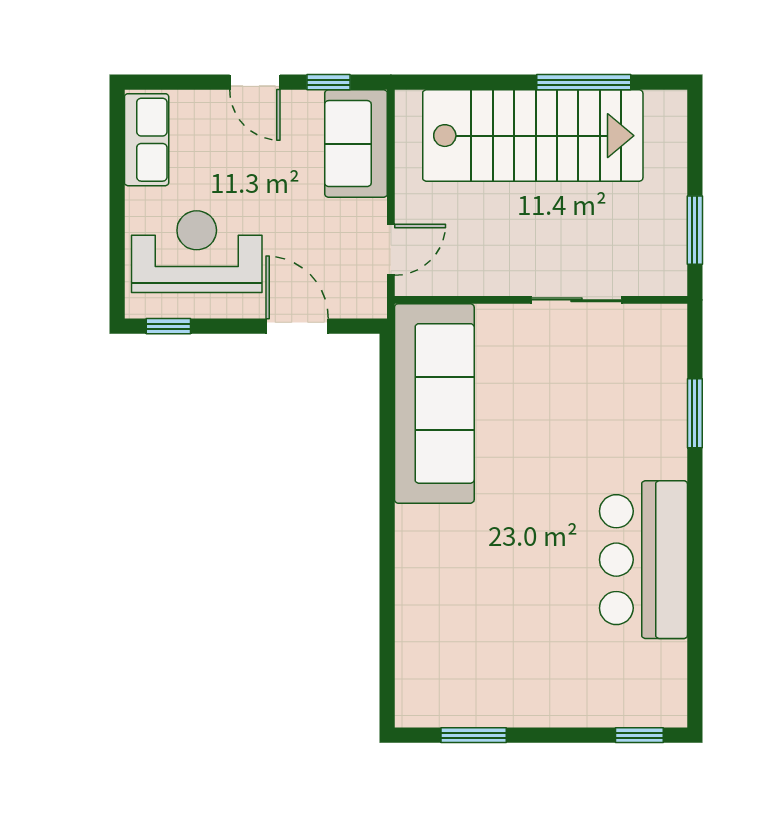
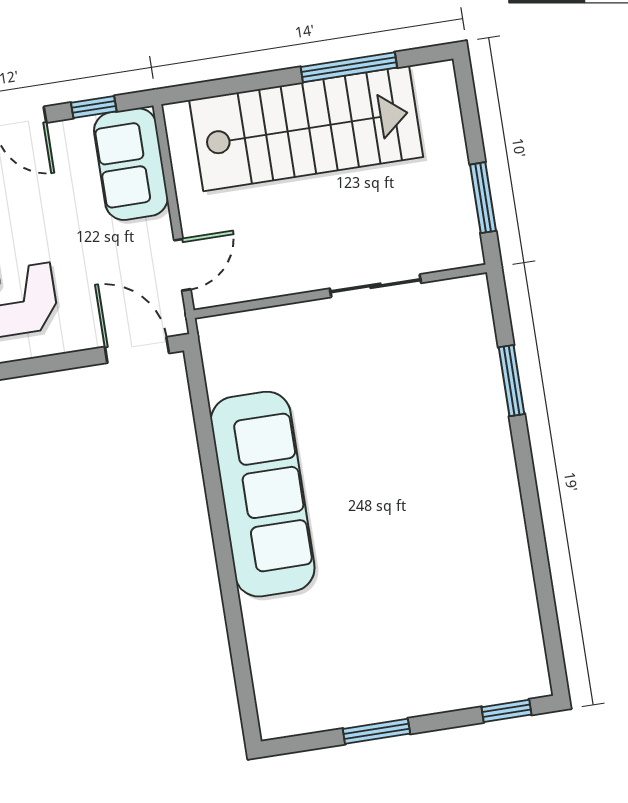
door: (297, 326) -> (137, 350), moved
sofa: (434, 403) -> (263, 494), moved
bar counter: (644, 560) -> (483, 535), removed
window: (474, 735) -> (376, 731), moved

